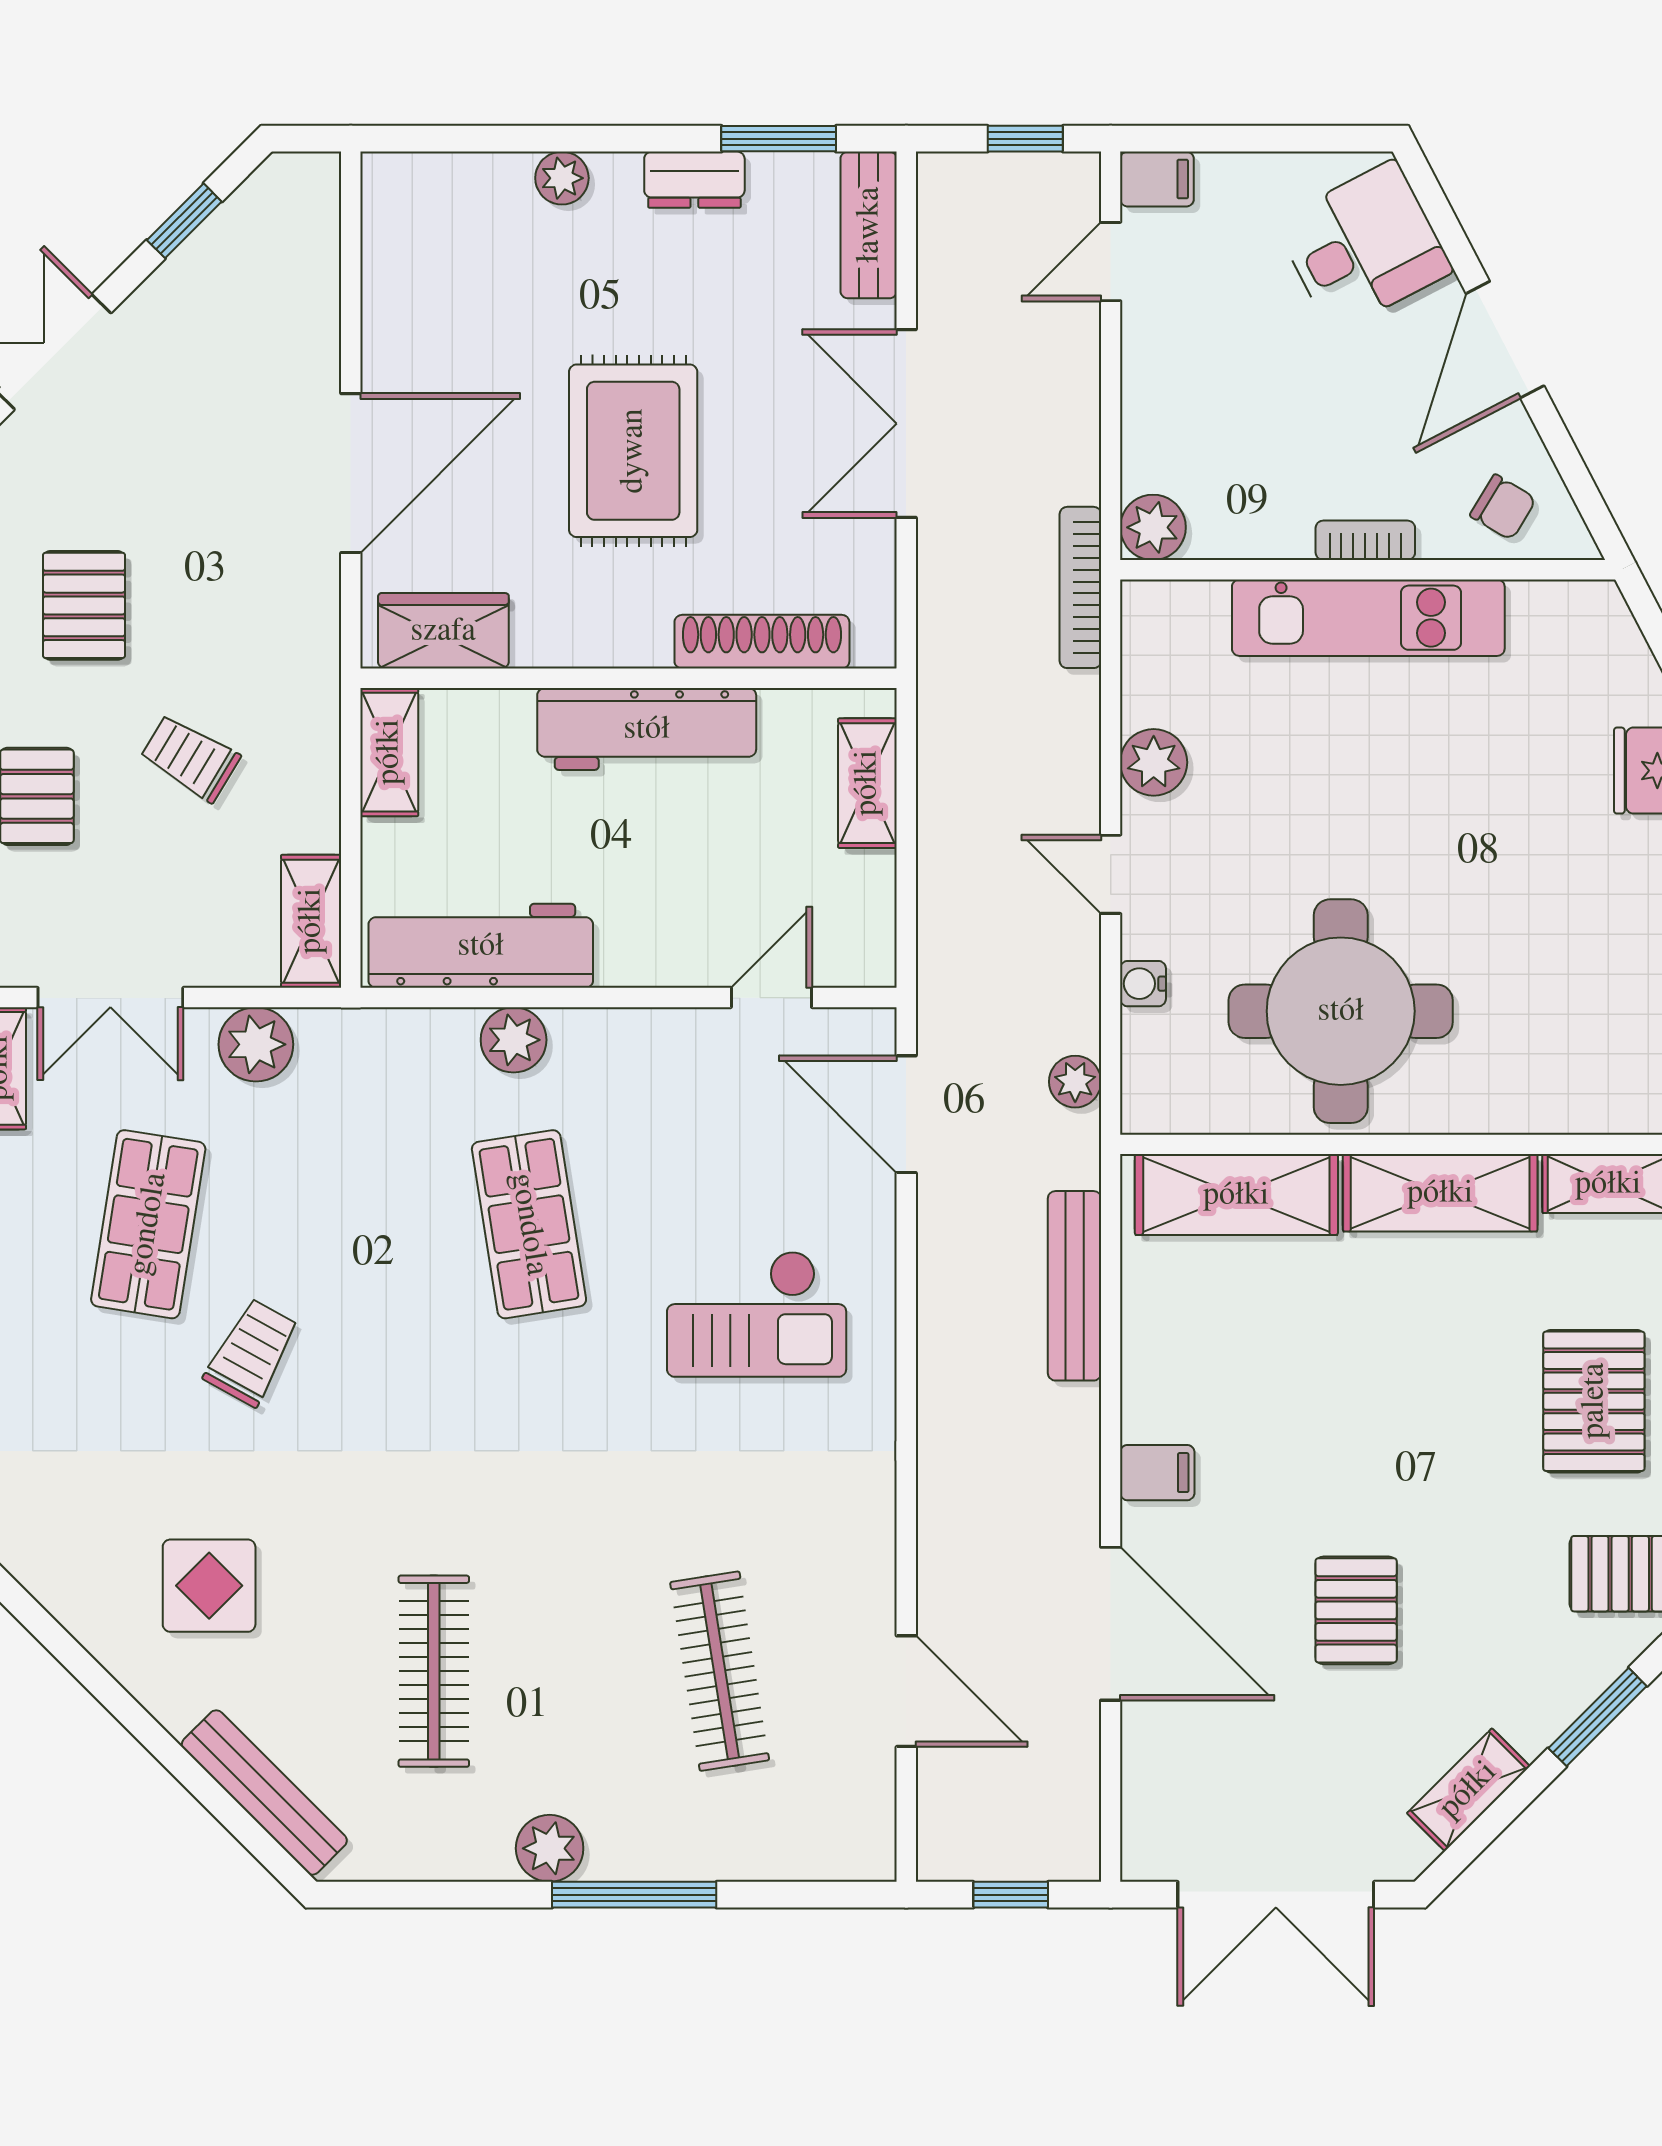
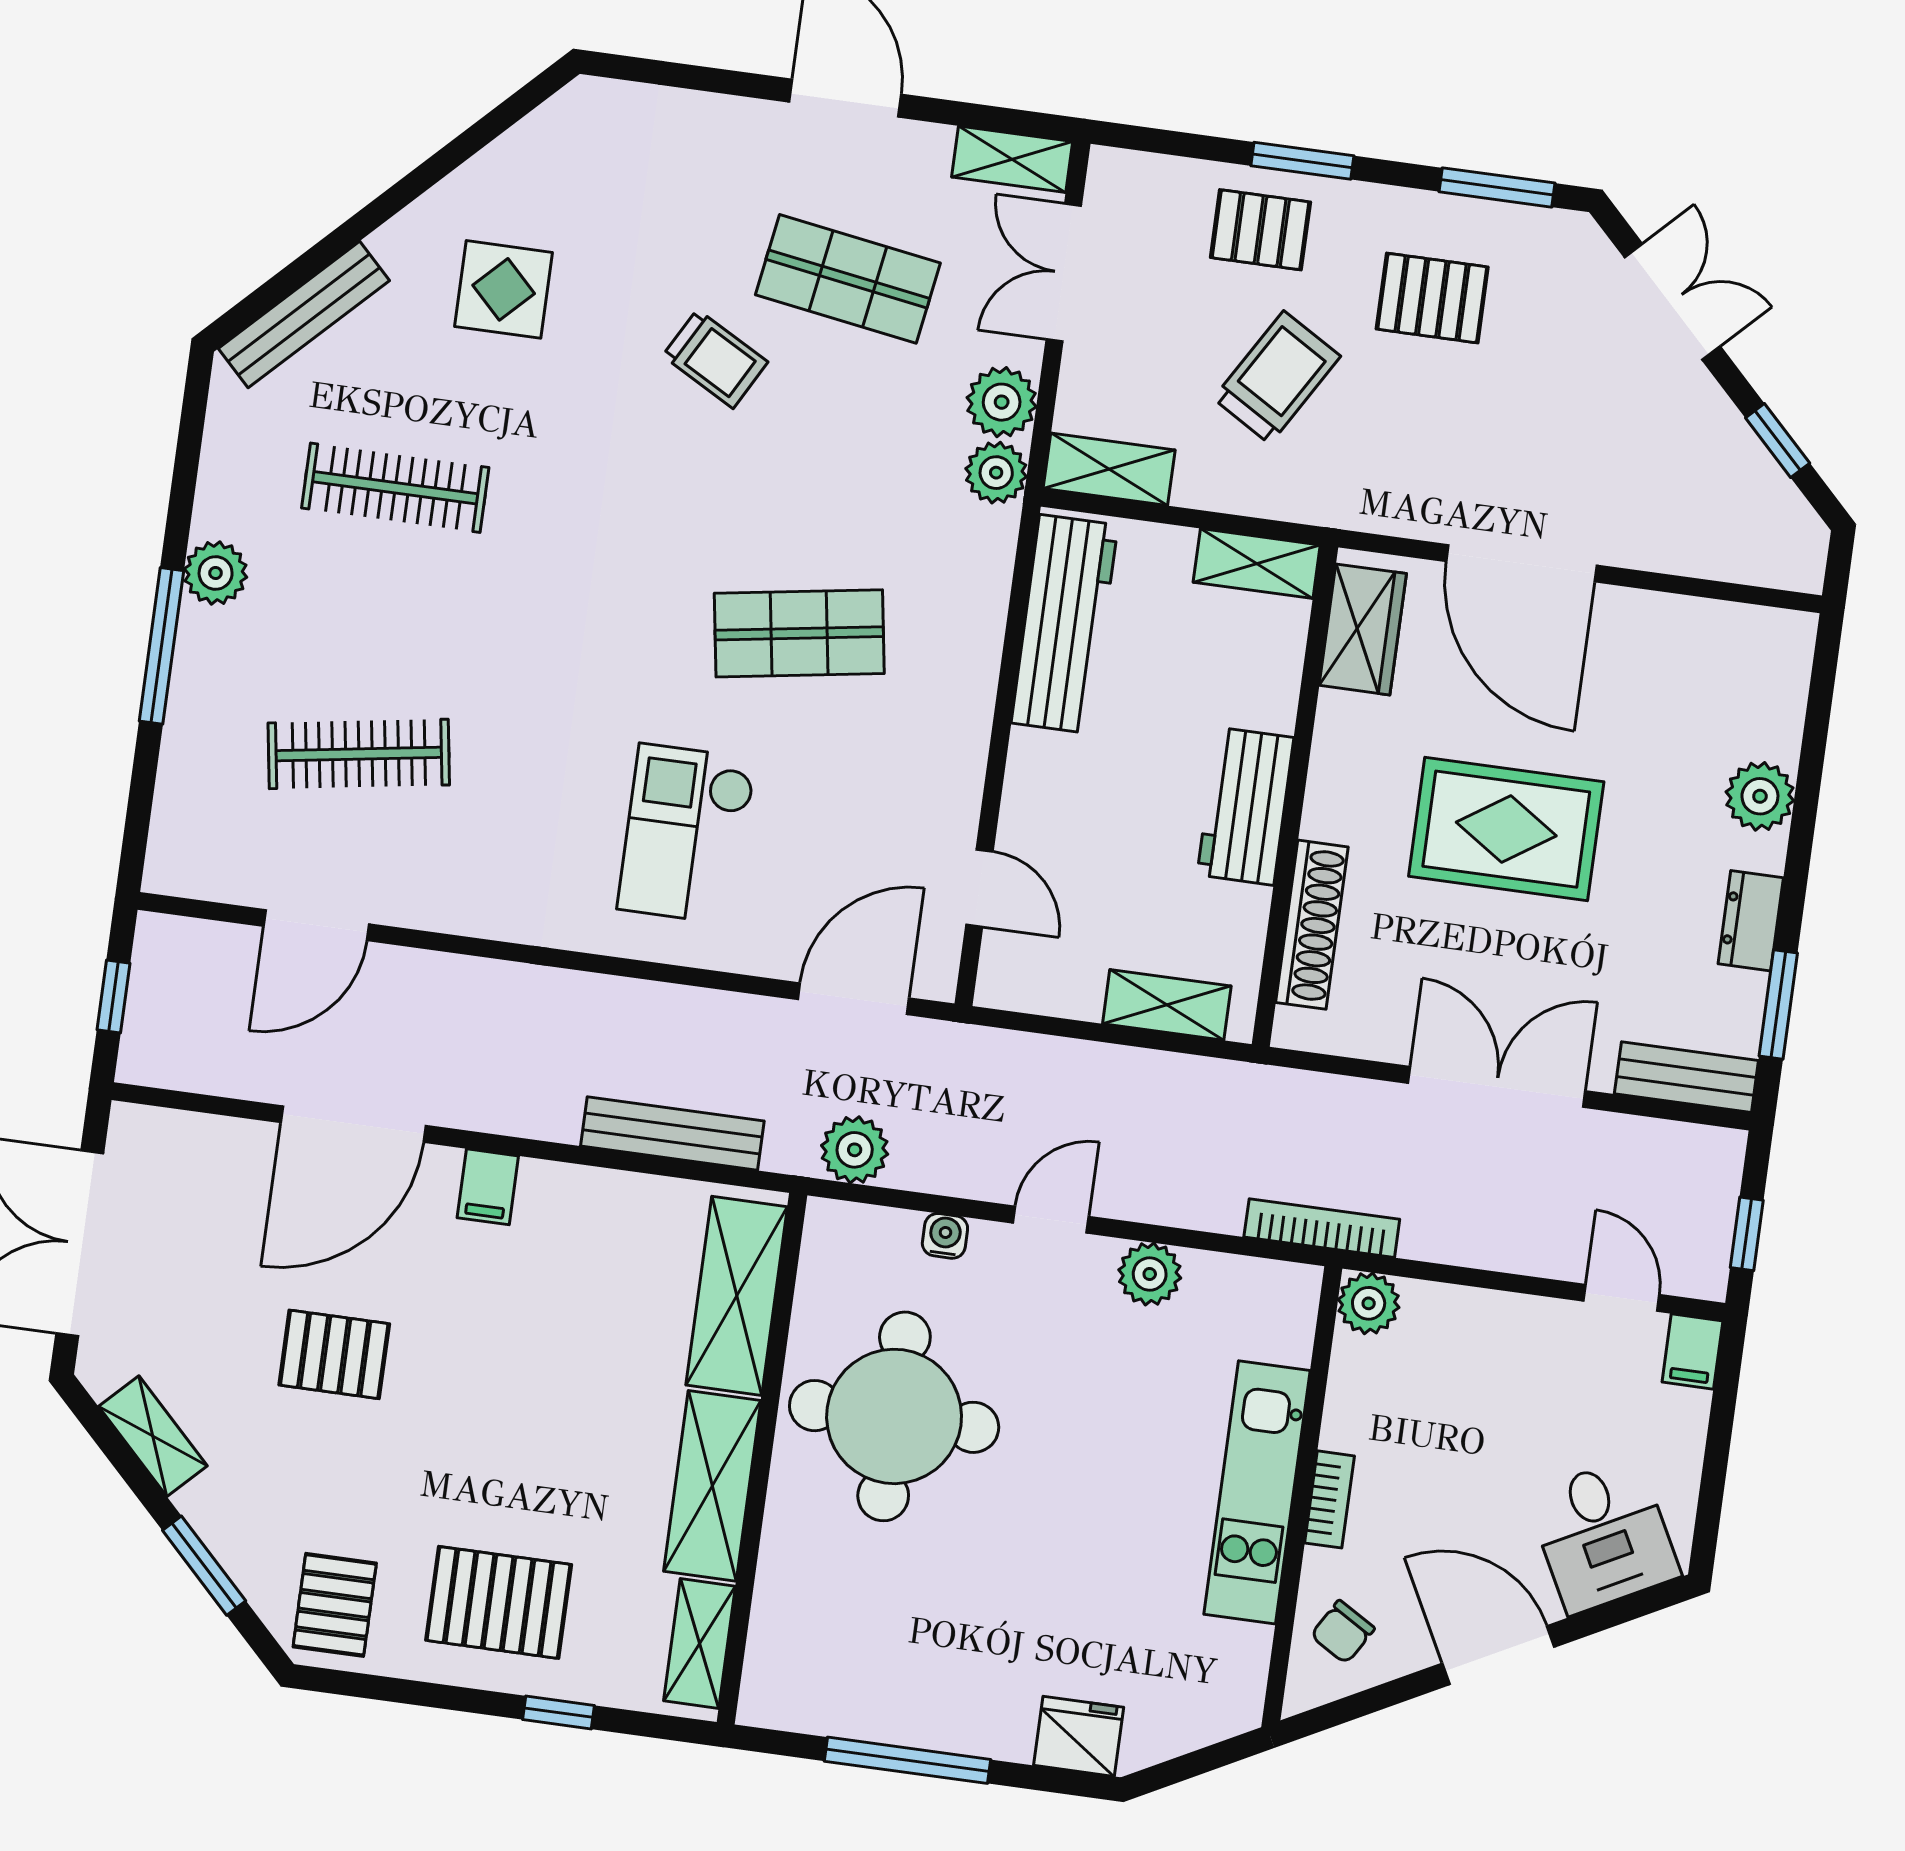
plant: (562, 178) -> (1760, 796), width x1.38, depth x1.38
workbench: (647, 729) -> (1245, 806), width x0.73
trolley: (190, 758) -> (1277, 377), width x1.36, depth x1.39
plant: (514, 1040) -> (996, 473), moved
plant: (1075, 1082) -> (855, 1150), width x1.38, depth x1.38

